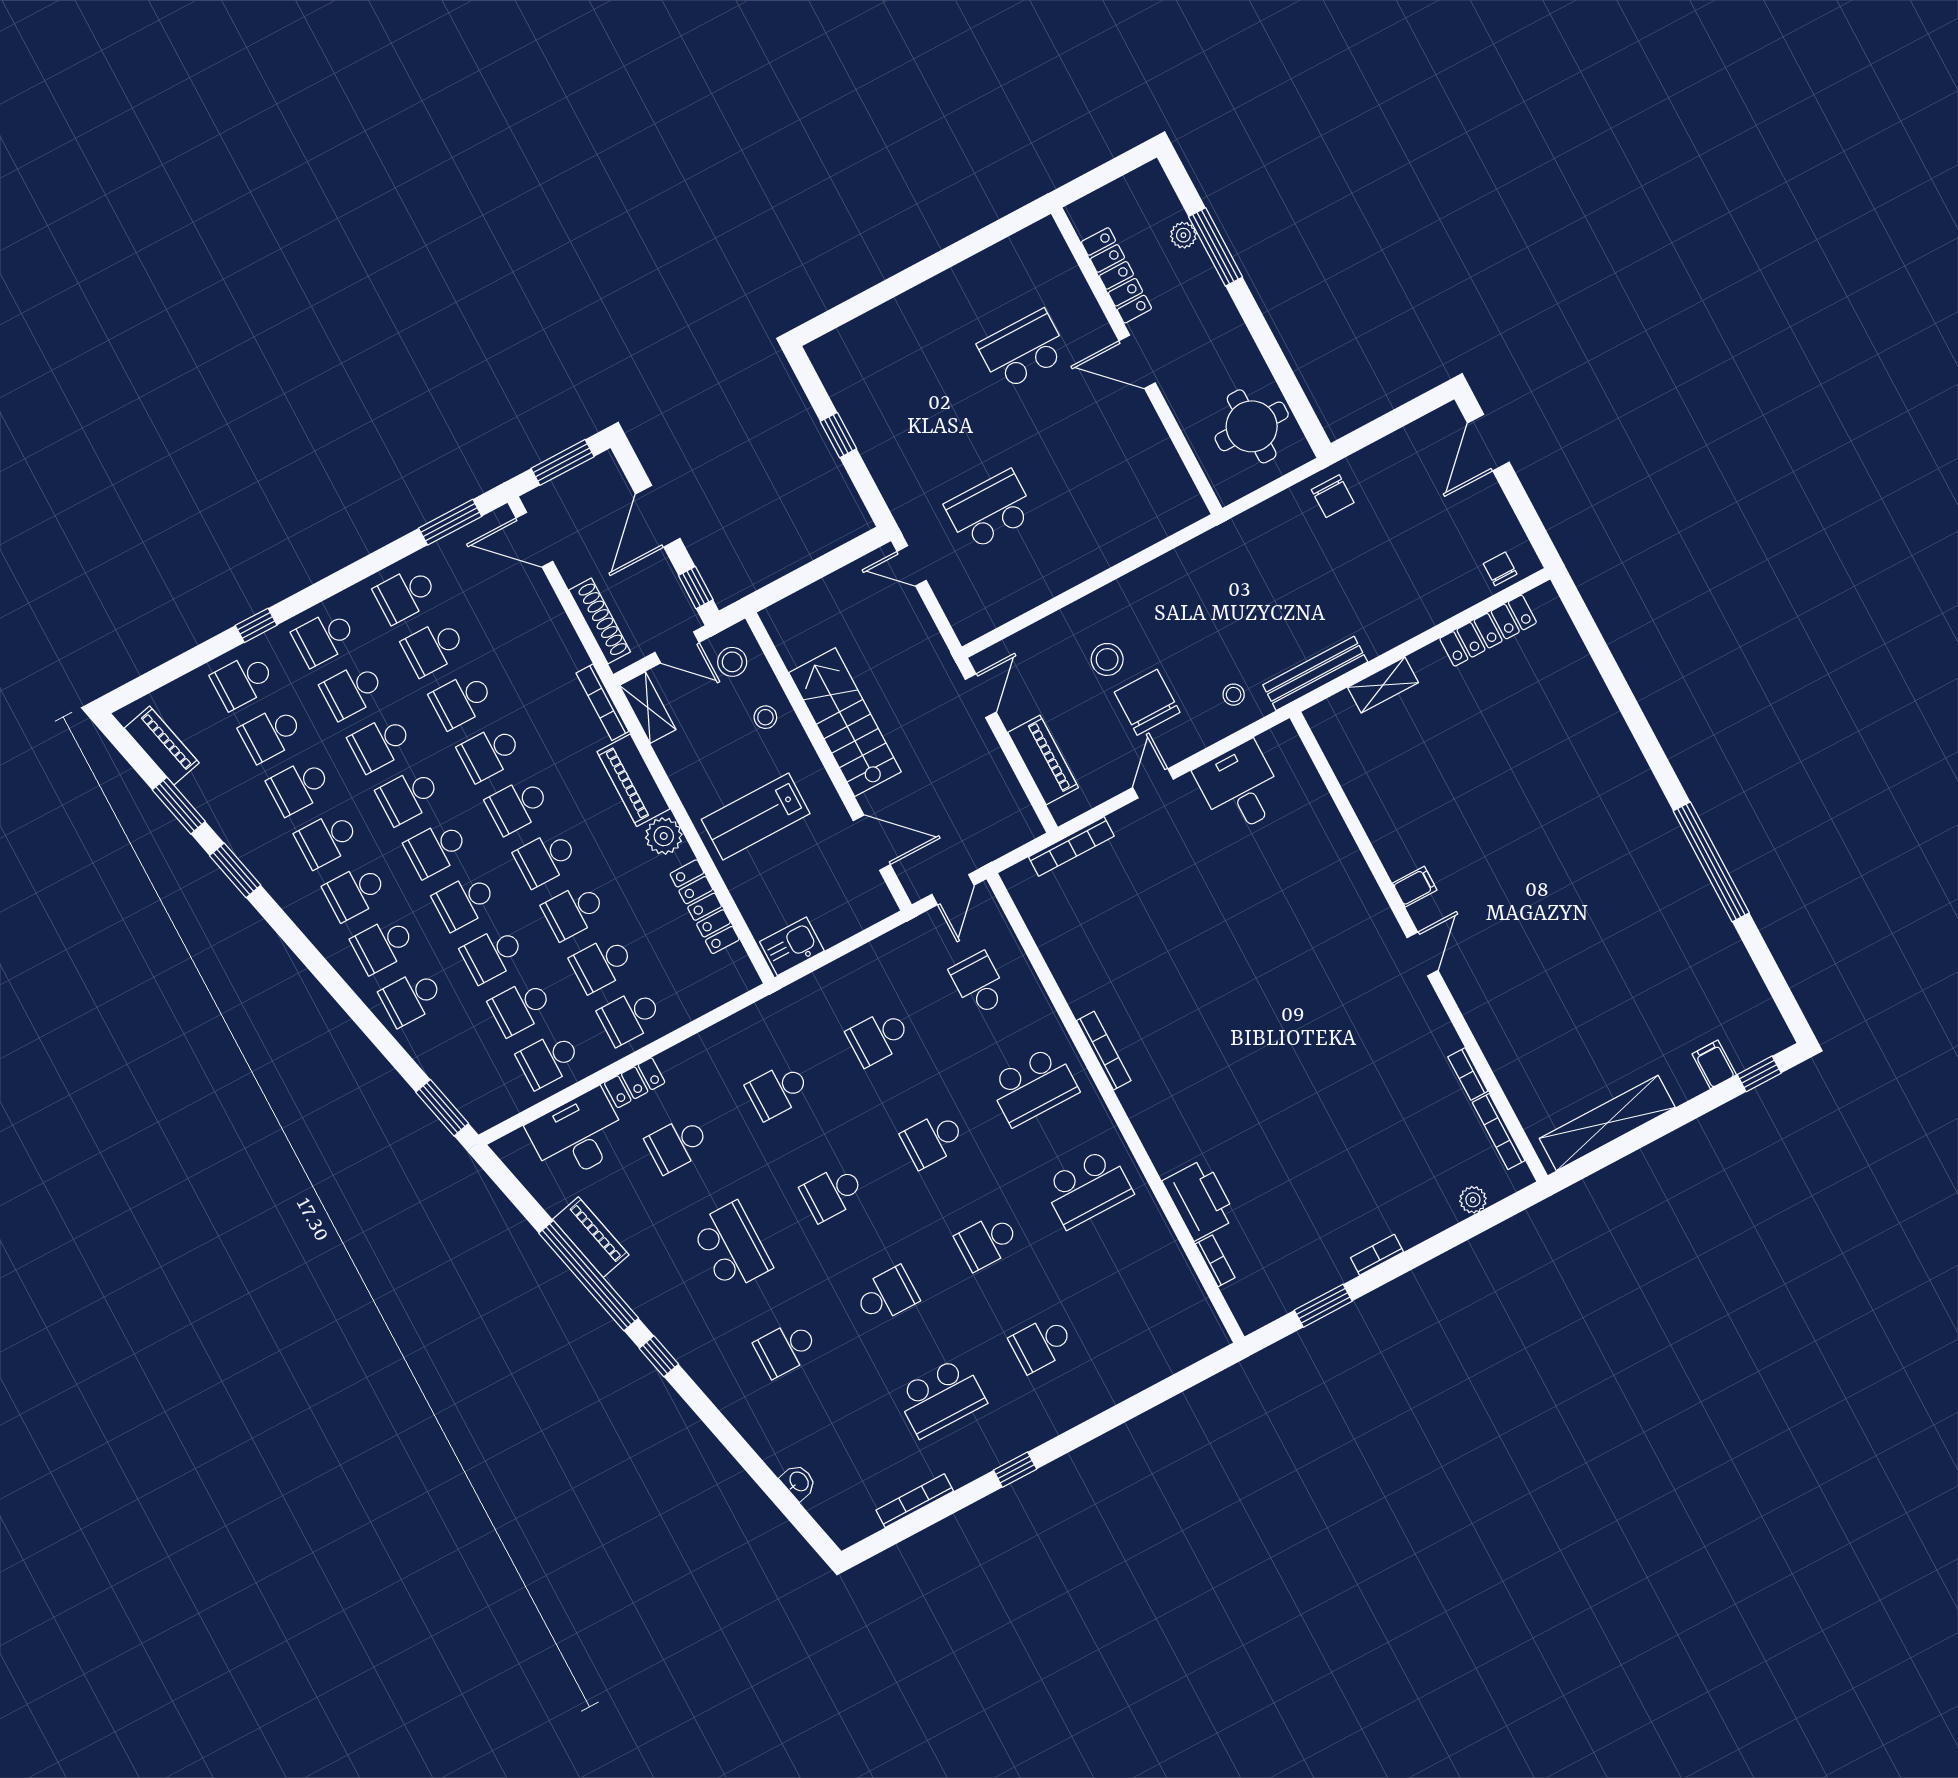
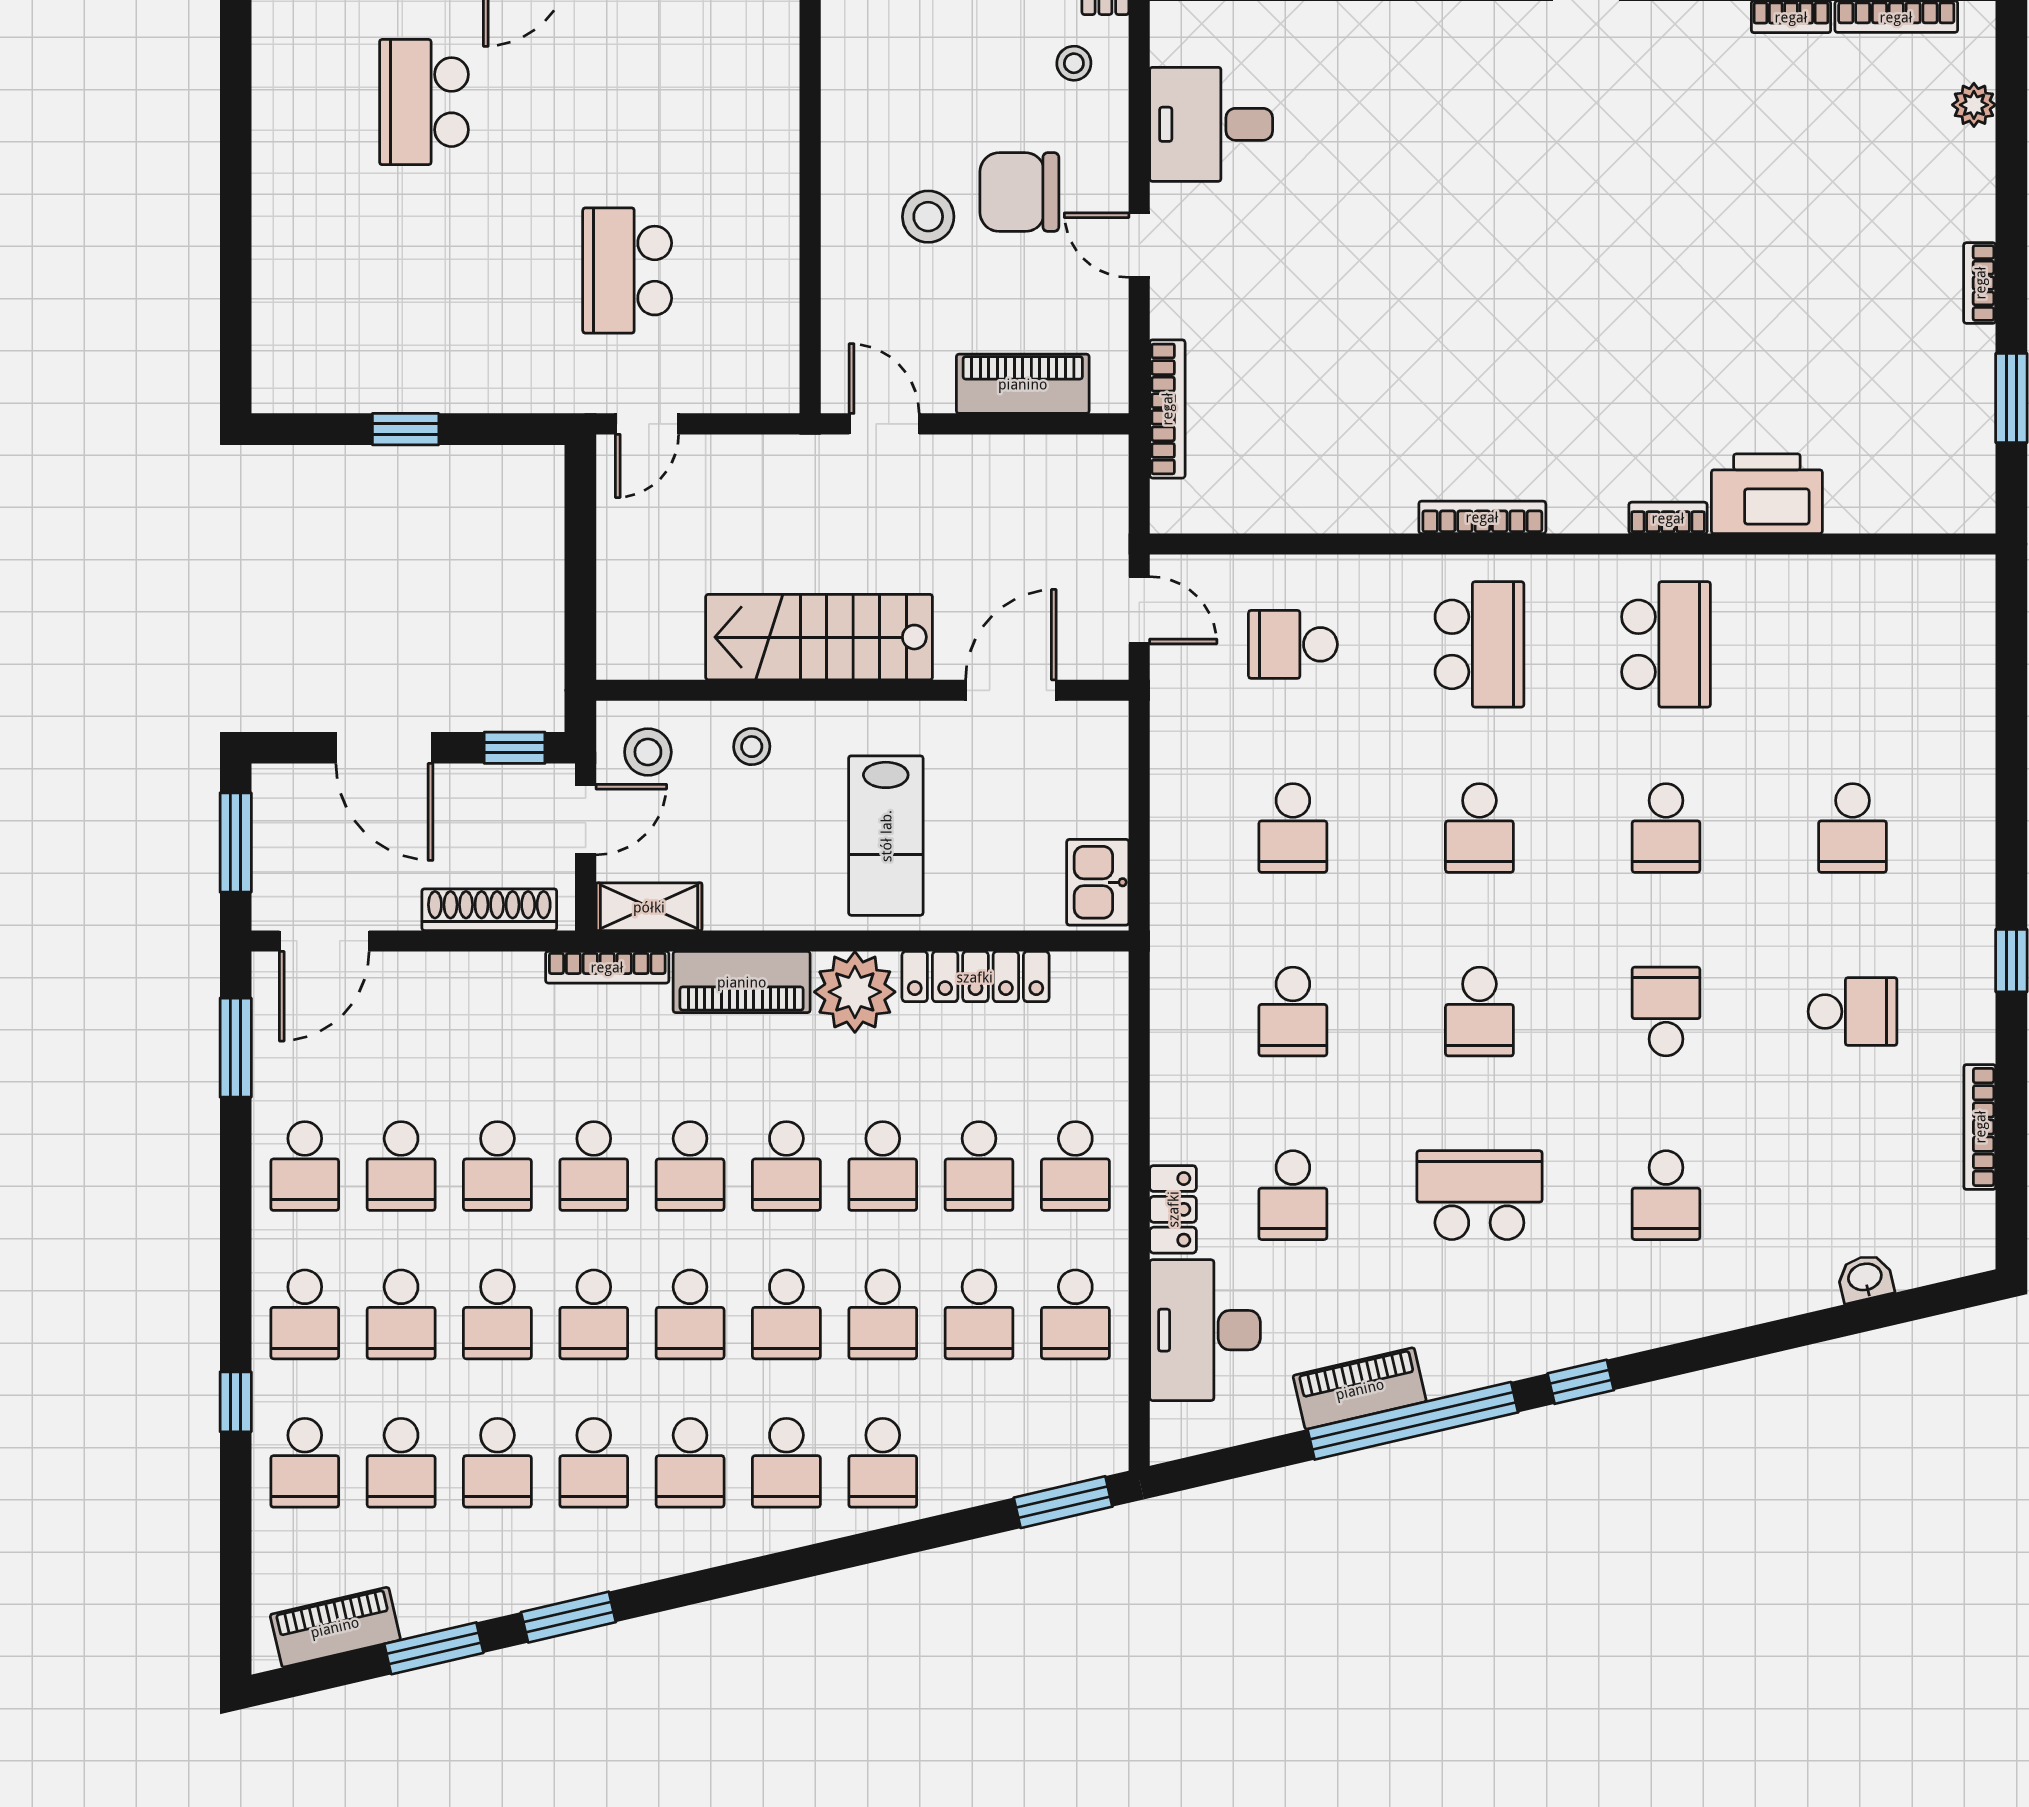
plant: (664, 836) -> (855, 992), width x1.36, depth x1.36
bookcase: (1215, 1261) -> (1668, 518), moved
school desk: (941, 1397) -> (1853, 1012), width x0.54

